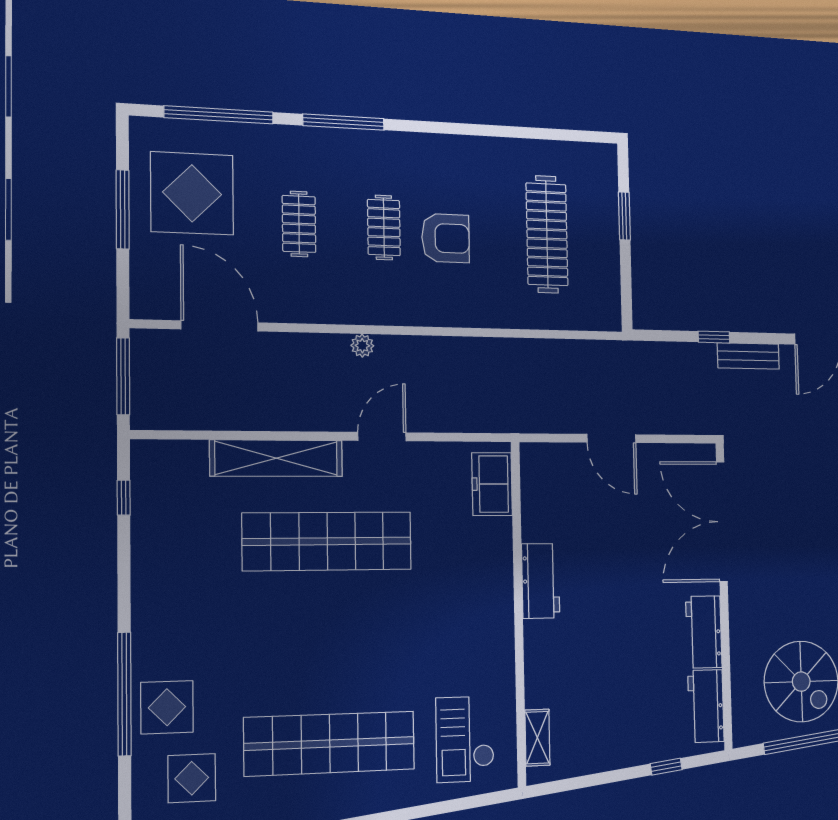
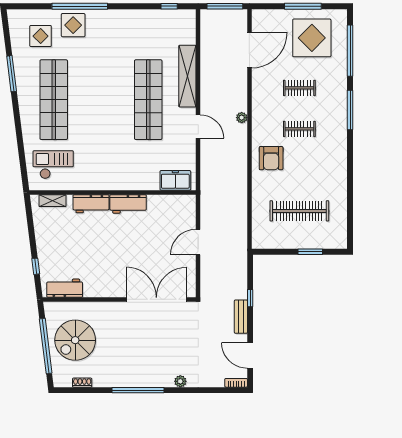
armchair: (446, 238) -> (271, 158), moved
workbench: (704, 632) -> (91, 204), moved, turned 180

